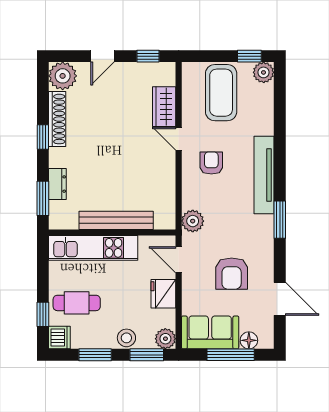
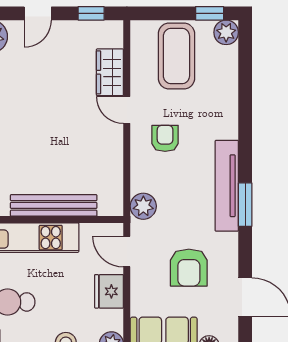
tv unit: (264, 175) -> (227, 186), moved

